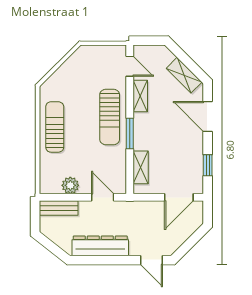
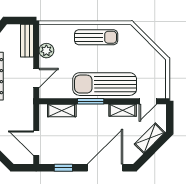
shelving: (184, 75) -> (150, 138), moved
sun lounger: (110, 117) -> (105, 84), width x1.36, depth x1.34
door: (208, 117) -> (105, 168), width x1.36

